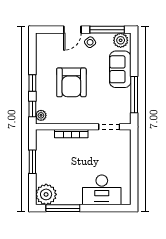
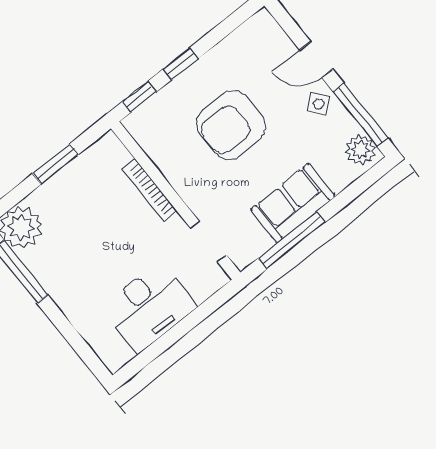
sofa: (120, 69) -> (293, 203), moved
plant: (41, 115) -> (140, 119), removed
desk: (102, 190) -> (149, 307), moved, turned -90

